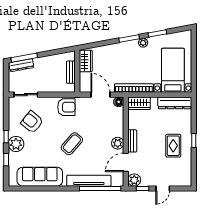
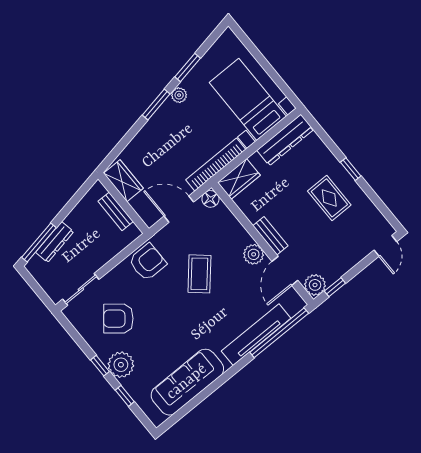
dresser: (21, 65) -> (55, 242), moved
coffee table: (72, 144) -> (199, 274), moved
door: (163, 188) -> (385, 246), moved

